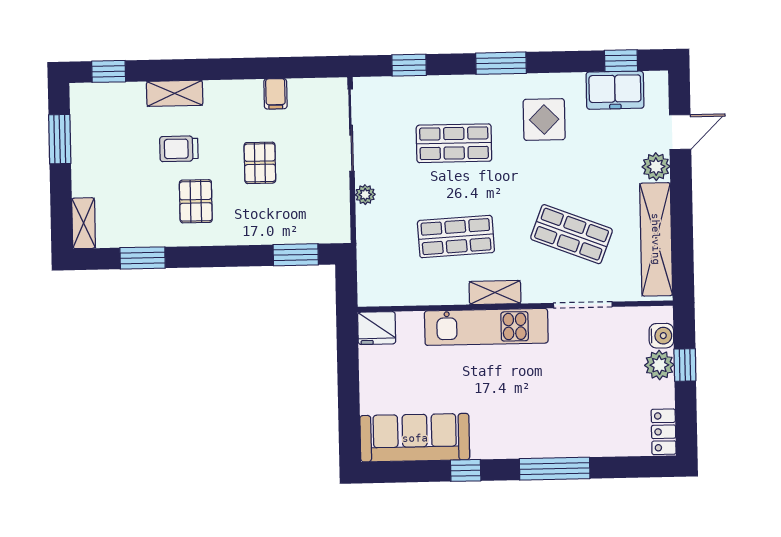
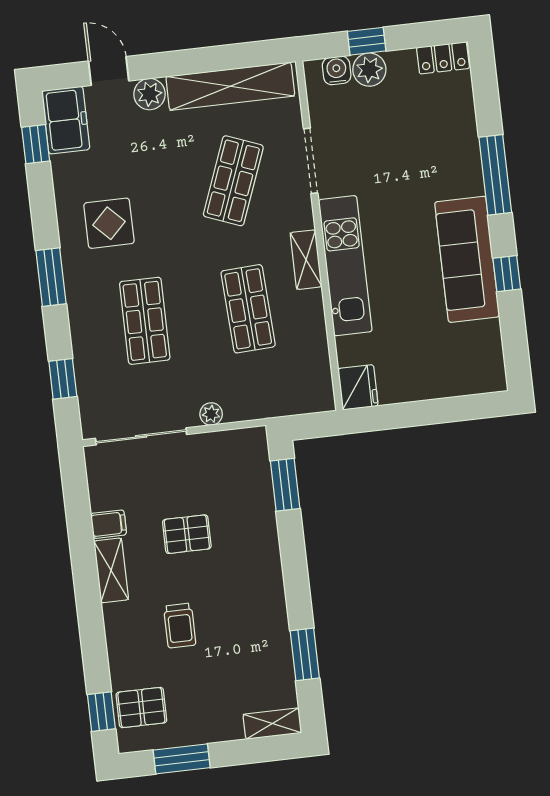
freezer: (615, 90) -> (66, 120), moved
shelving: (175, 93) -> (111, 570), moved
pallet: (196, 201) -> (141, 708), moved
sofa: (415, 438) -> (467, 259), moved

